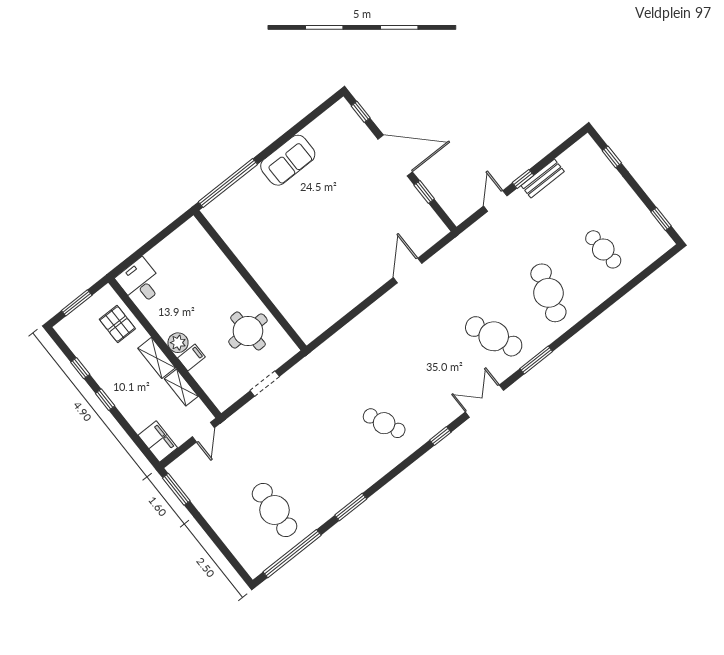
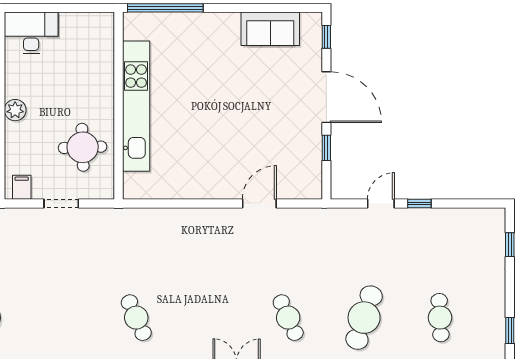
sofa: (288, 160) -> (270, 29), moved
bench: (543, 179) -> (436, 216), removed
kitchen unit: (263, 271) -> (136, 106), added
desk: (140, 282) -> (31, 33), width x1.37
cafe table: (494, 336) -> (288, 318), width x0.73, depth x0.74
filing cabinet: (191, 357) -> (22, 187), moved, turned -90

